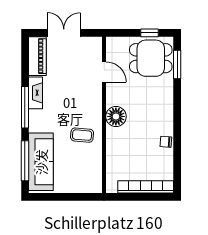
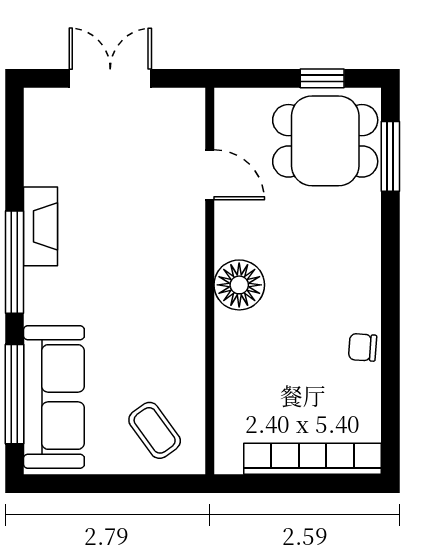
piano: (37, 56) -> (45, 136), removed
coffee table: (82, 135) -> (155, 430), moved, turned 49

